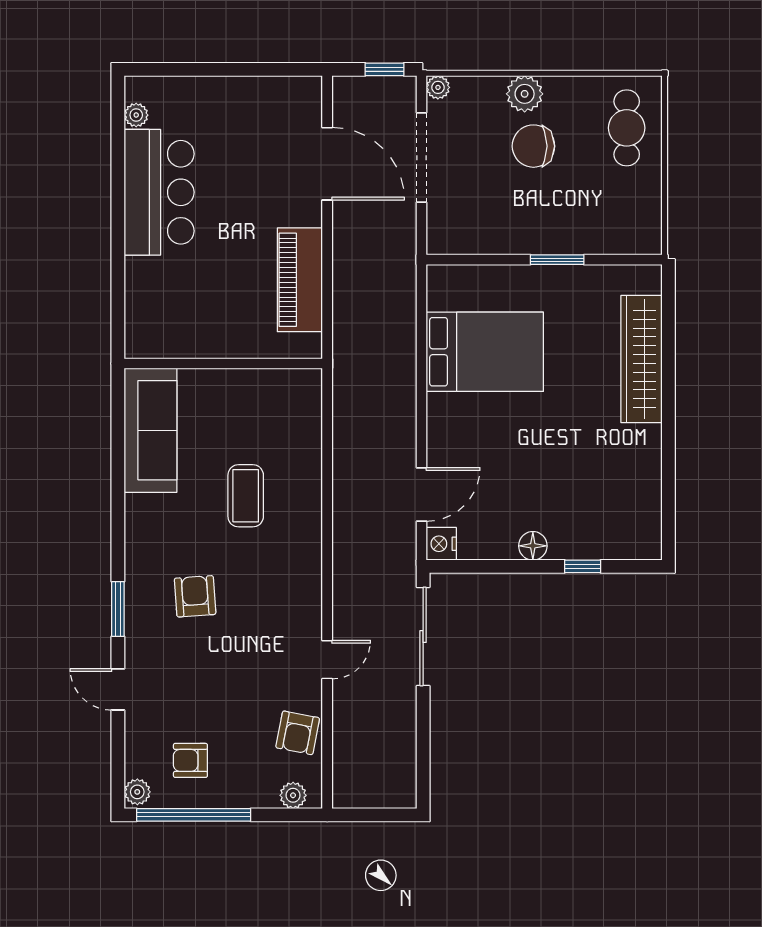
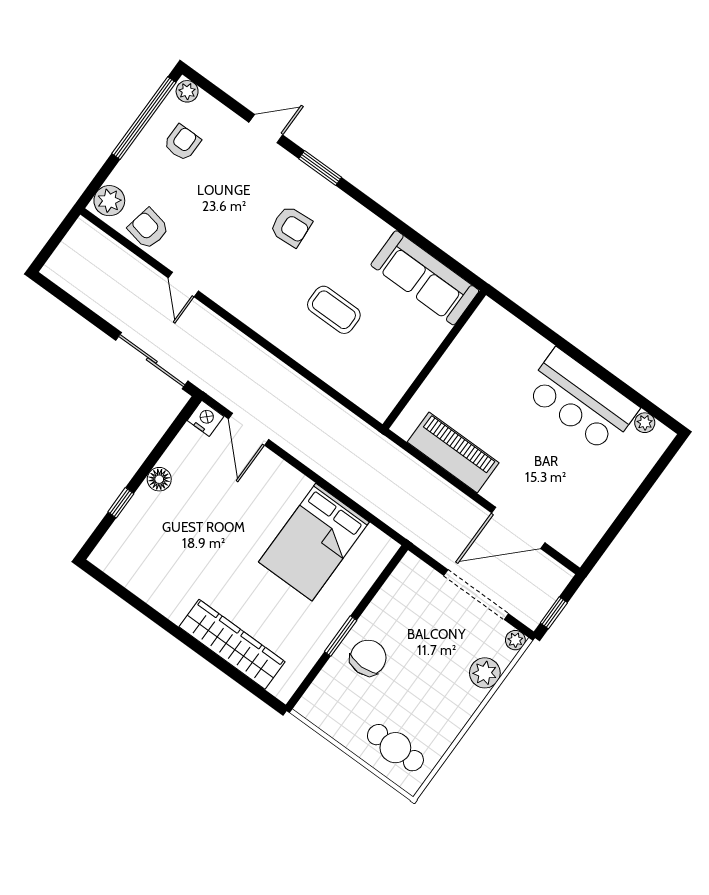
plant: (525, 94) -> (485, 673), moved
chair: (533, 146) -> (368, 658), moved
plant: (293, 795) -> (109, 201), width x1.38, depth x1.38

